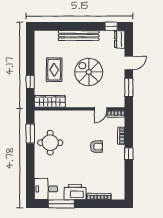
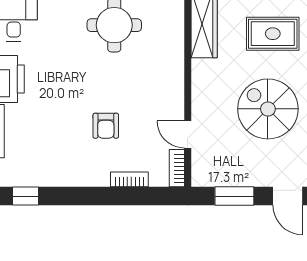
spiral stairs: (89, 72) -> (268, 109), turned -90
window: (129, 154) -> (26, 196), moved

